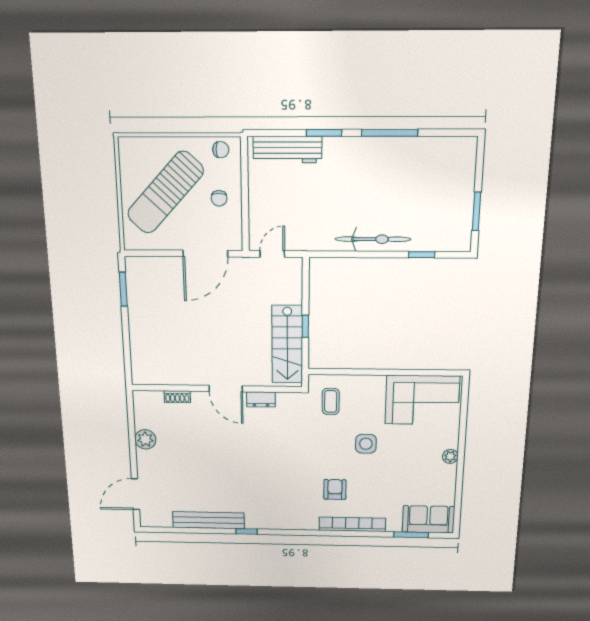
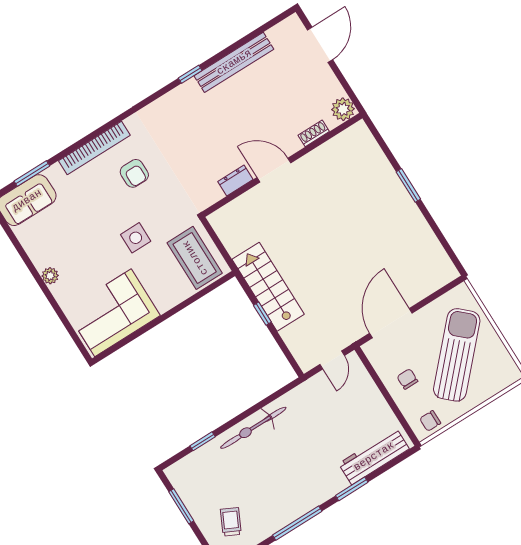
trolley: (445, 171) -> (231, 522), added
window: (123, 289) -> (408, 185), moved
wall: (217, 389) -> (282, 165), moved
door: (226, 389) -> (274, 170), moved
shoe rack: (177, 397) -> (314, 133), moved
dresser: (261, 399) -> (235, 180), moved
coffee table: (331, 401) -> (195, 258), width x1.86, depth x1.72

